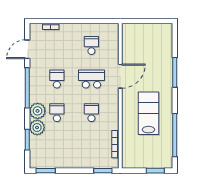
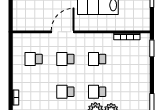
door: (120, 76) -> (63, 32), hinge flipped
school desk: (91, 79) -> (65, 59), width x0.54

